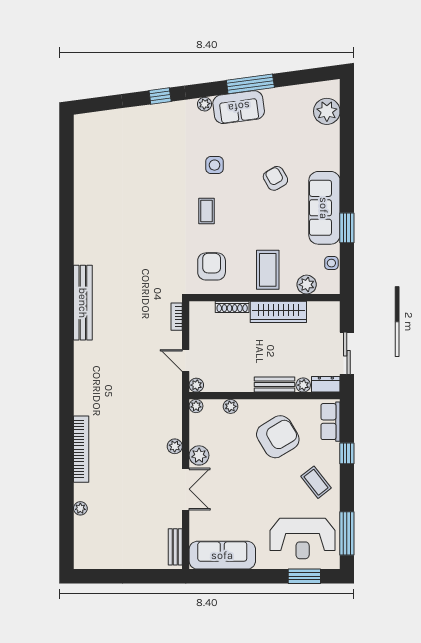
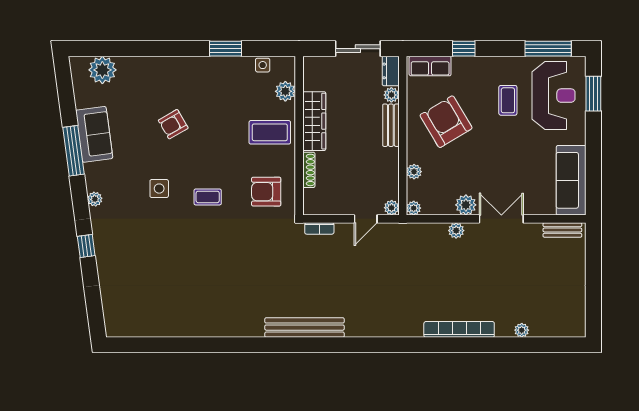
sofa: (239, 107) -> (94, 134), moved
sofa: (324, 208) -> (204, 72), removed
coffee table: (316, 482) -> (508, 100), moved, turned -52

